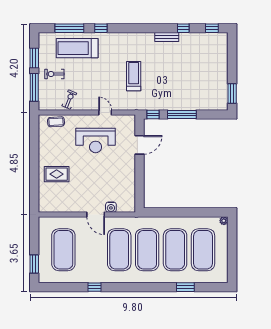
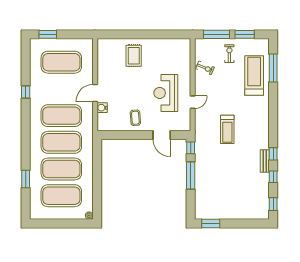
window: (101, 28) -> (273, 154), moved
treadmill: (134, 76) -> (227, 129), turned 90
coffee table: (56, 122) -> (135, 118), moved

